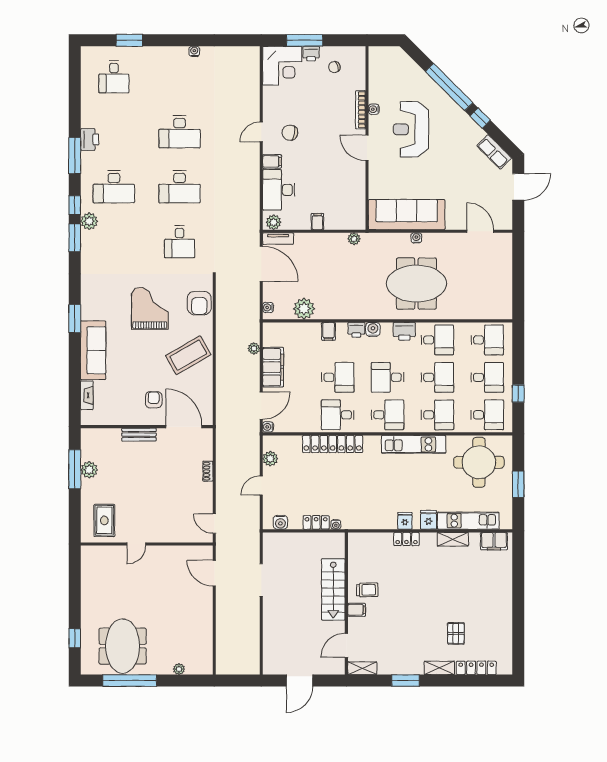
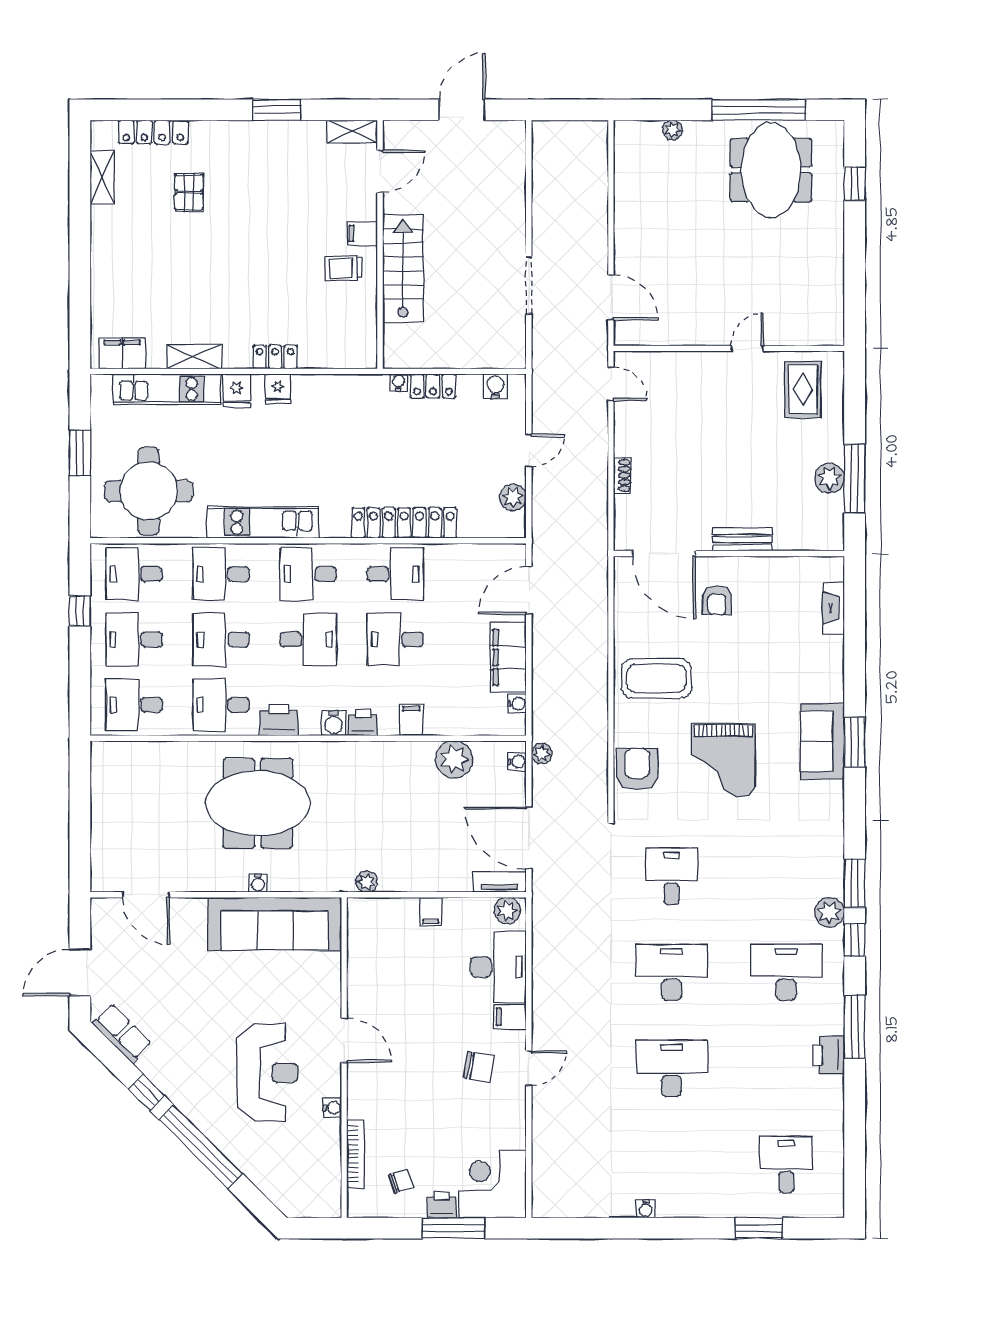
bookcase: (361, 110) -> (355, 1154), moved
plant: (254, 348) -> (542, 754), moved
sofa: (93, 350) -> (822, 741), moved, width x0.73
coffee table: (188, 355) -> (656, 678), turned 30
water cooler: (268, 427) -> (517, 703), moved
shelving: (439, 668) -> (102, 177), moved, turned 90

